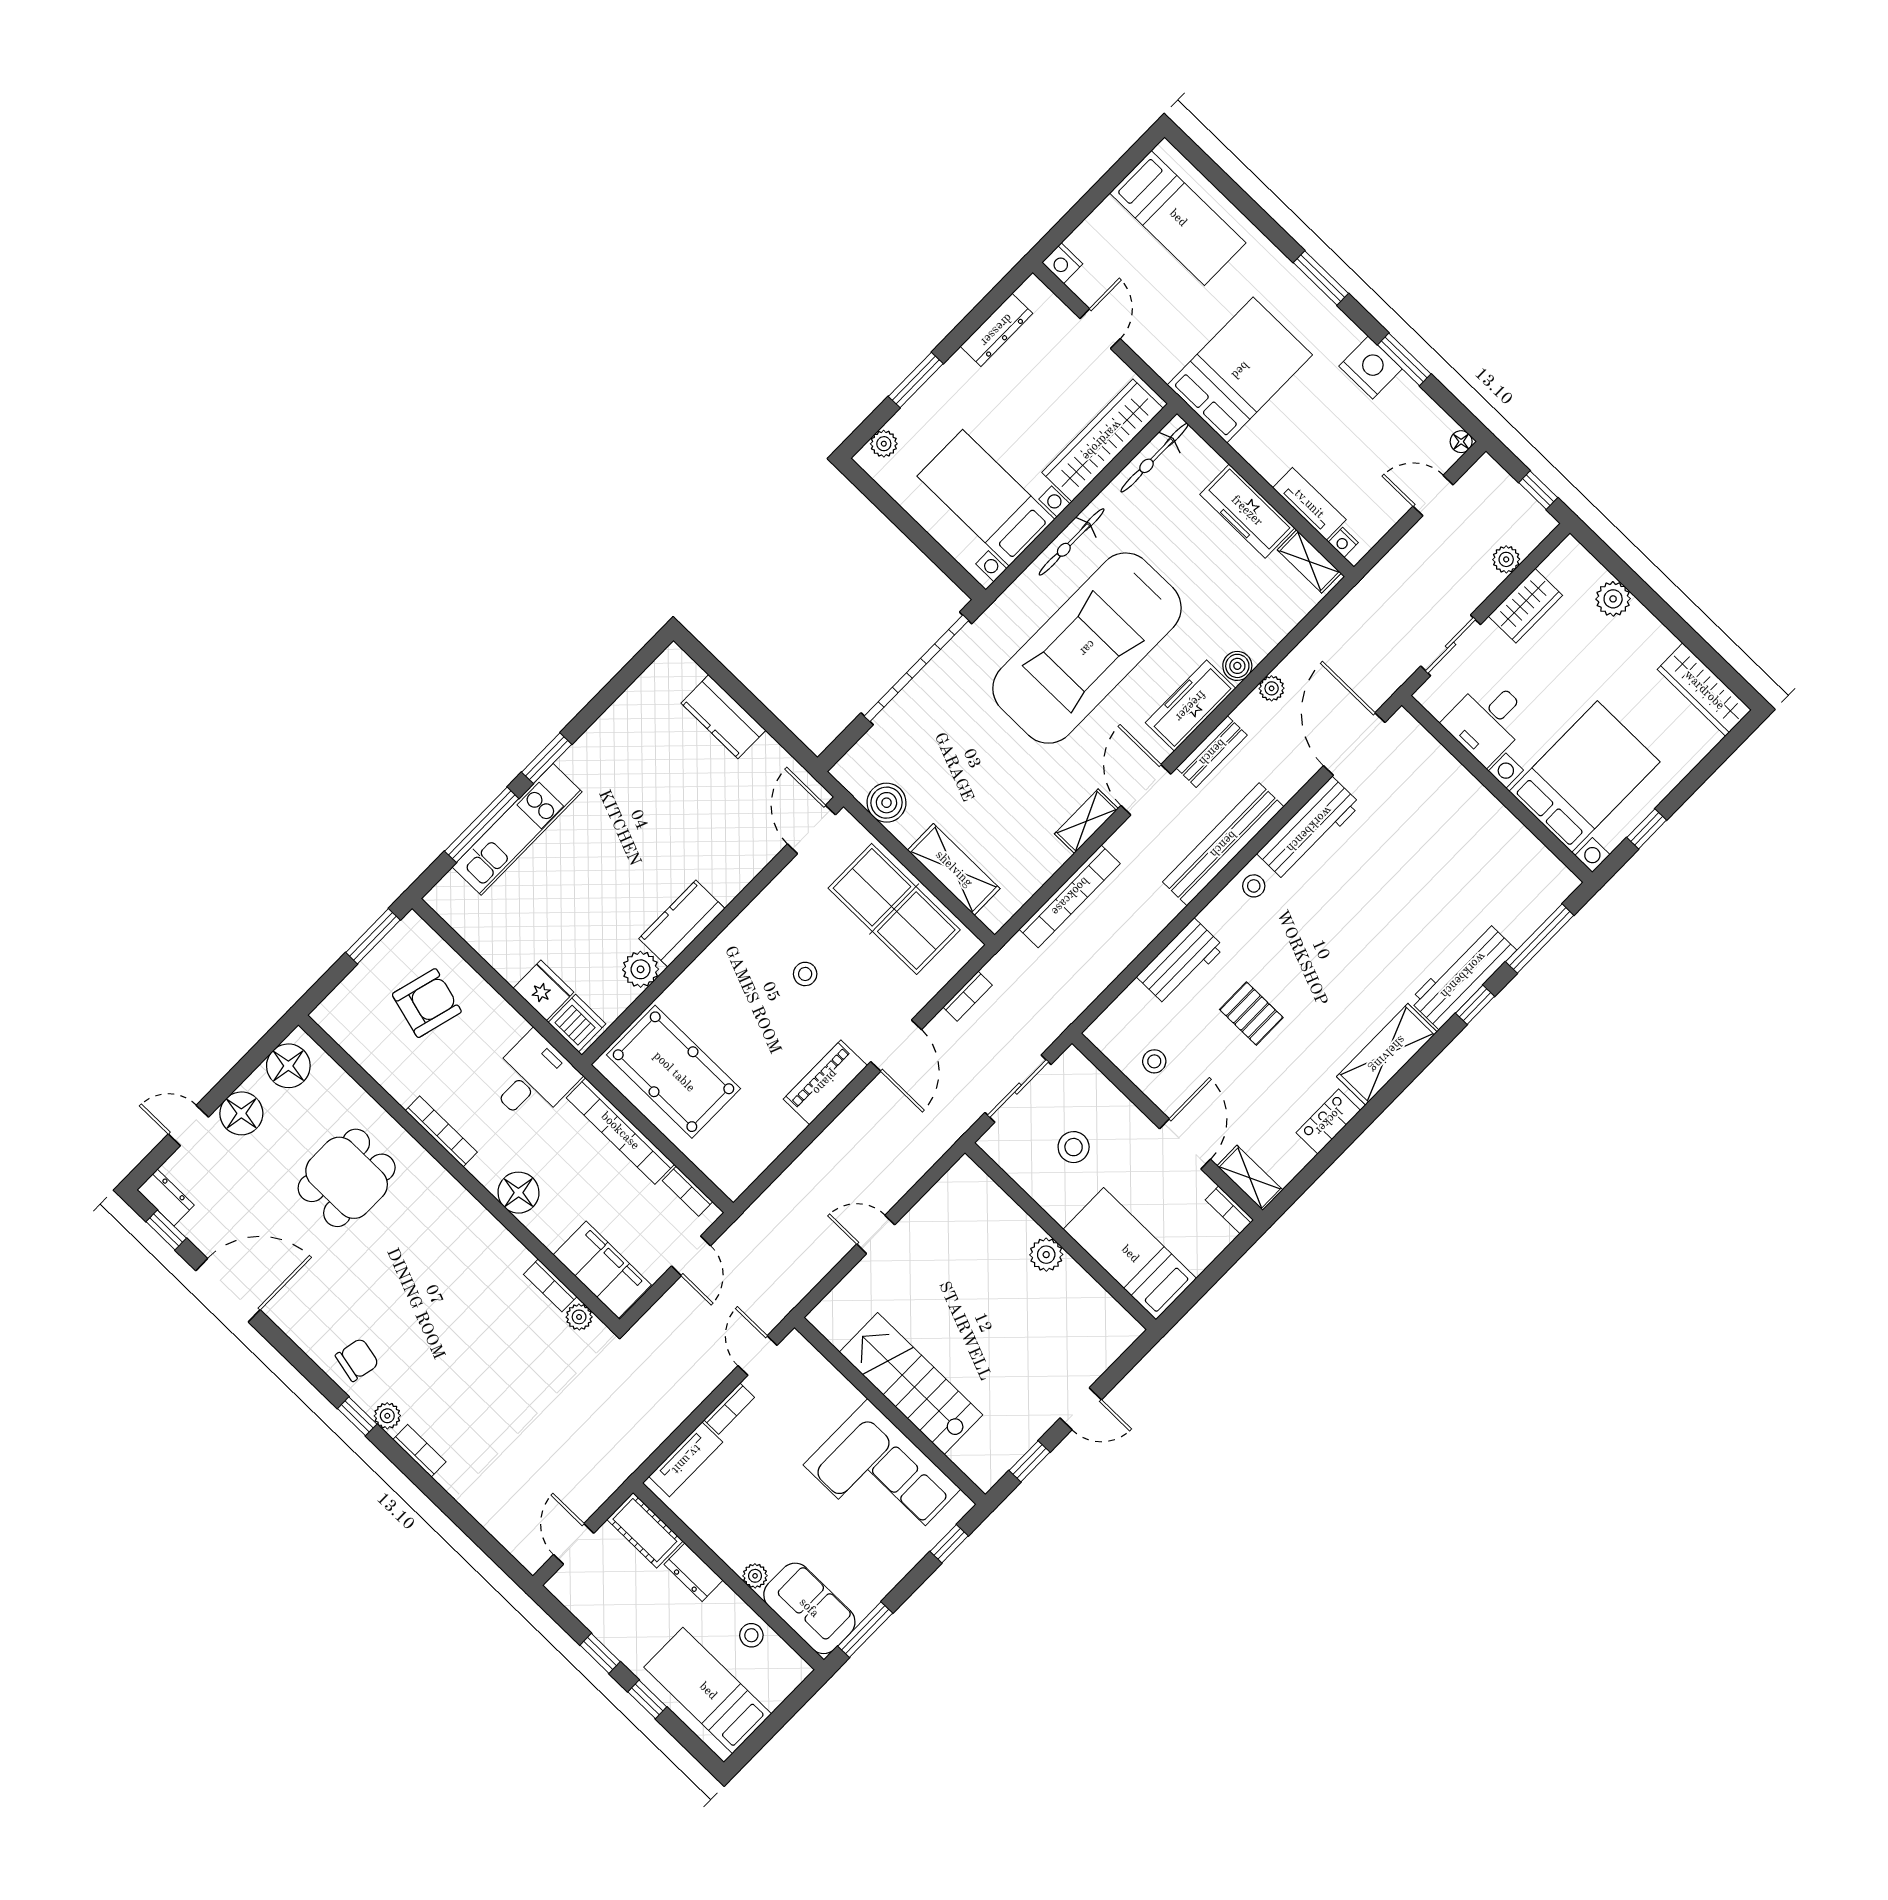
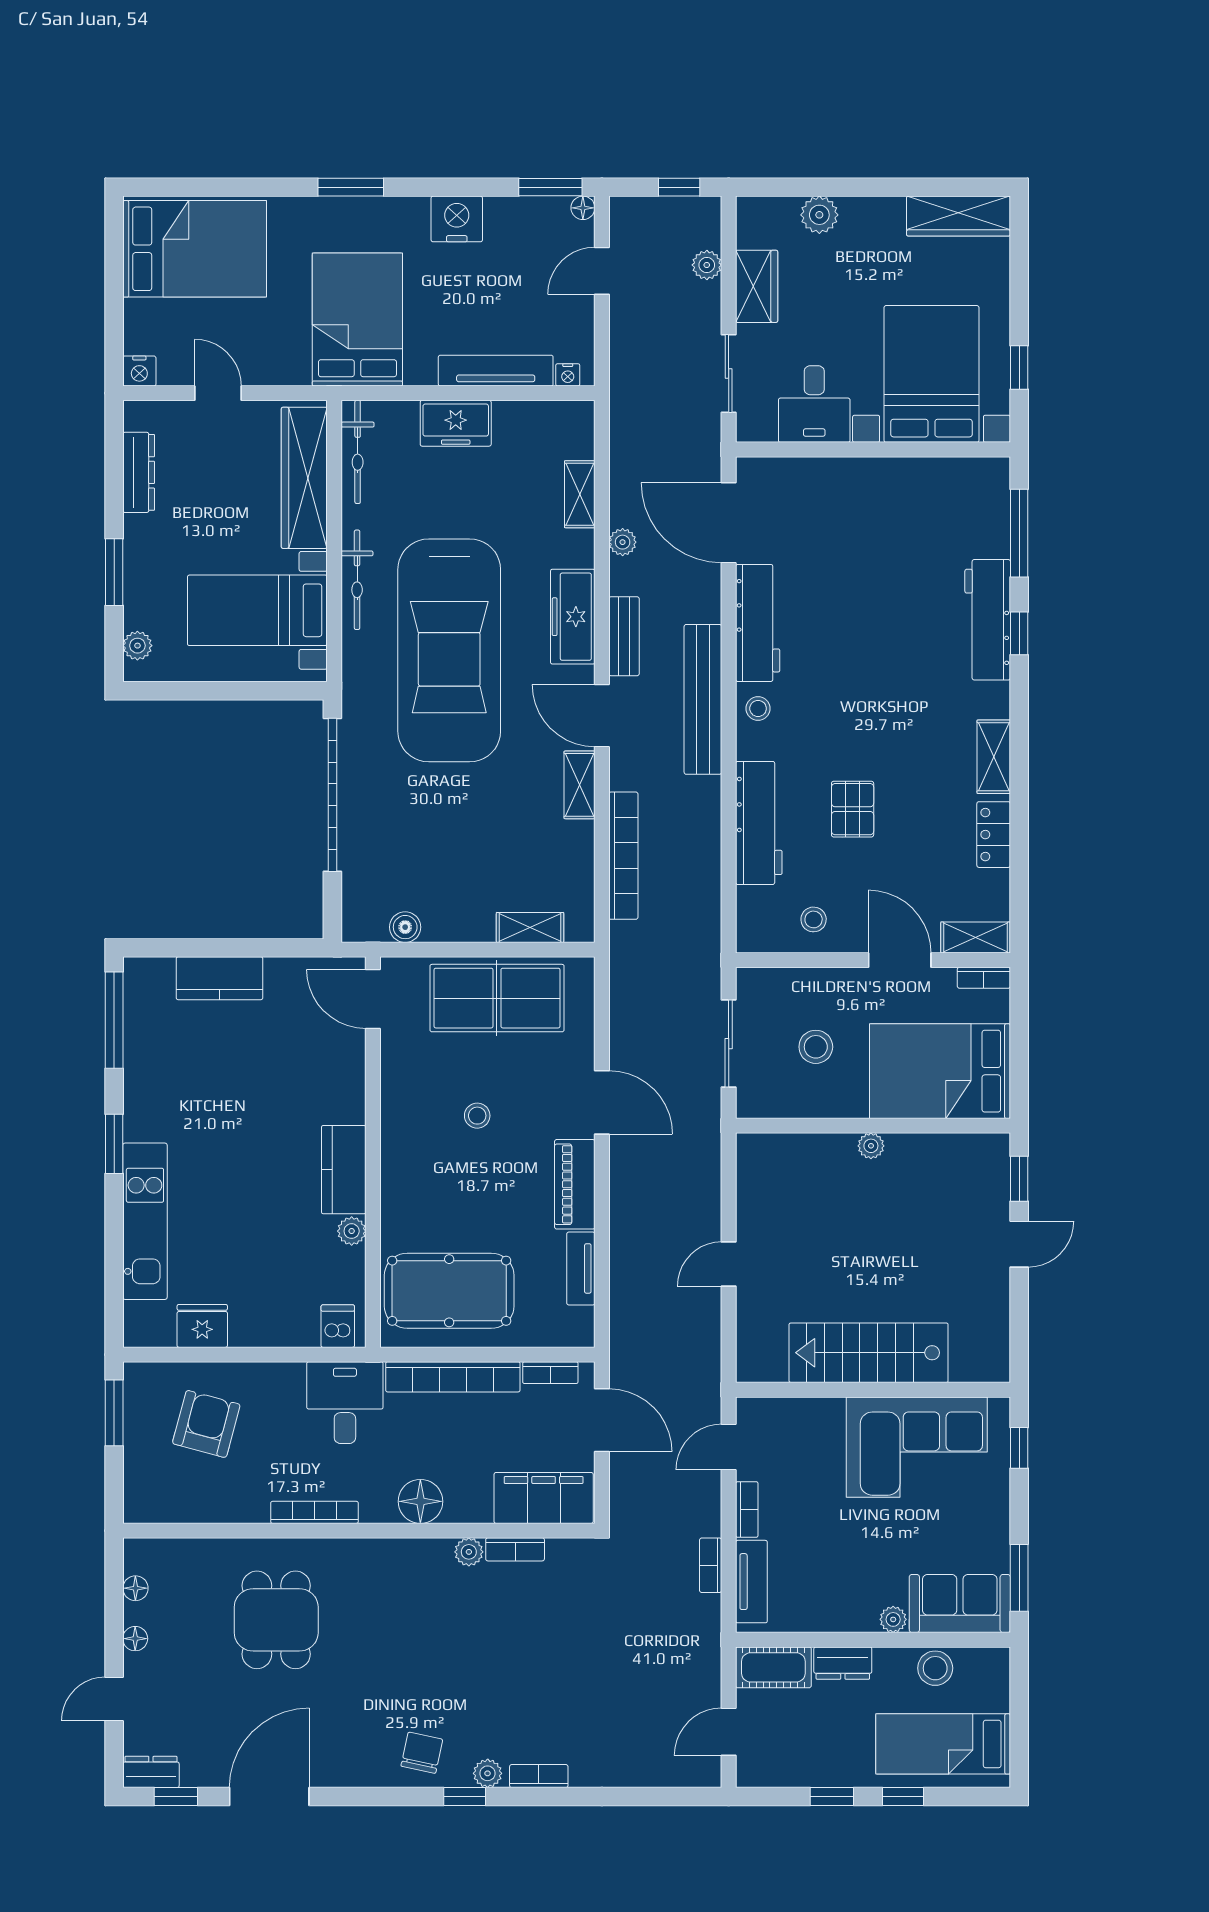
bed: (1178, 218) -> (195, 249), width x1.50
window: (1404, 359) -> (550, 187), moved
tv unit: (1309, 504) -> (496, 371), width x1.41
freezer: (1247, 511) -> (456, 423), width x0.71
shelving: (1309, 561) -> (580, 494), moved, turned 90
boiler: (1237, 666) -> (579, 551), removed
boiler: (887, 803) -> (405, 927), width x0.73, depth x0.73
window: (482, 825) -> (114, 1020), moved
shelving: (954, 869) -> (530, 927), width x0.67, depth x0.75
workbench: (1180, 962) -> (759, 823), width x1.38
plant: (641, 969) -> (352, 1231), width x0.73, depth x0.73
fridge: (543, 990) -> (202, 1326), moved
bookcase: (968, 996) -> (711, 1565), moved, turned 180
pallet: (1251, 1014) -> (853, 809), turned 90
dishwasher: (577, 1023) -> (338, 1326), width x0.73
shelving: (1387, 1054) -> (994, 757), width x0.67, depth x0.75
floor lamp: (288, 1066) -> (135, 1588), width x0.53, depth x0.53
floor lamp: (241, 1113) -> (135, 1639), width x0.53, depth x0.53
tv unit: (775, 1142) -> (581, 1268), added
bed: (1130, 1254) -> (940, 1071), width x1.50
plant: (1046, 1255) -> (871, 1146), width x0.73, depth x0.73
door: (691, 1256) -> (602, 1420), width x1.38
plant: (579, 1317) -> (469, 1552), moved
door: (757, 1356) -> (729, 1447), hinge flipped
window: (1030, 1461) -> (1019, 1179), moved
door: (574, 1544) -> (729, 1732), hinge flipped
stool: (751, 1635) -> (935, 1668), width x1.37, depth x1.37

